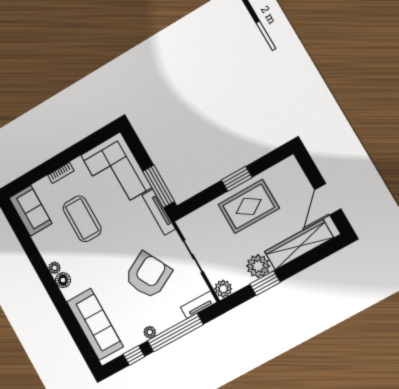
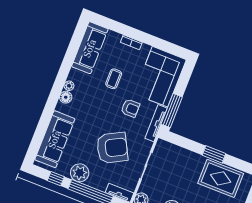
rug: (249, 206) -> (221, 178), moved
sofa: (30, 211) -> (90, 48), width x1.36
coffee table: (82, 219) -> (114, 79), width x0.54, depth x0.58
armchair: (124, 226) -> (130, 108), added
plant: (150, 332) -> (80, 173), width x1.88, depth x1.88

